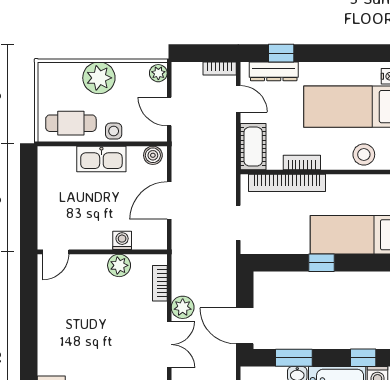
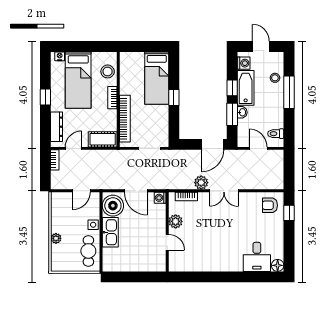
window: (281, 53) -> (45, 97), moved
plant: (158, 73) -> (58, 197), removed
plant: (99, 78) -> (56, 238), width x0.53, depth x0.53
boiler: (153, 155) -> (113, 206), width x1.86, depth x1.86
bookcase: (302, 162) -> (112, 98), moved
washing machine: (122, 240) -> (160, 198), moved
door: (56, 252) -> (167, 242), moved
double door: (169, 344) -> (224, 191), swing flipped
window: (363, 358) -> (232, 88), moved

